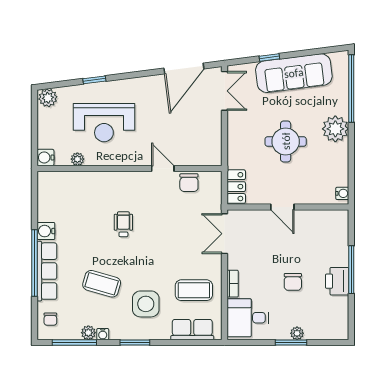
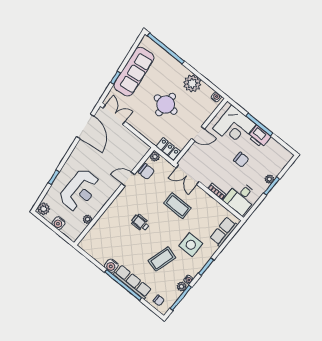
plant: (335, 129) -> (192, 84), moved
water cooler: (45, 157) -> (58, 223), moved
plant: (215, 178) -> (155, 157), added
corner desk: (325, 242) -> (234, 126), added
coffee table: (194, 290) -> (177, 206), moved, turned 90

